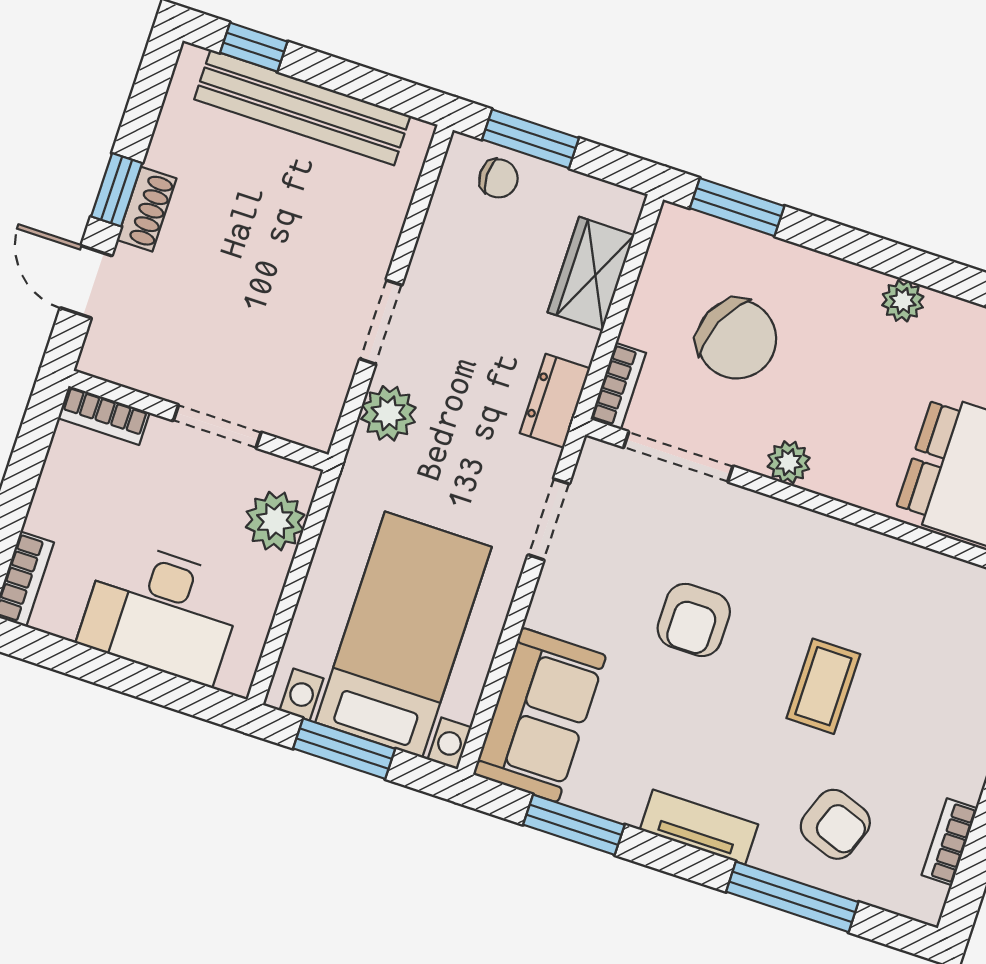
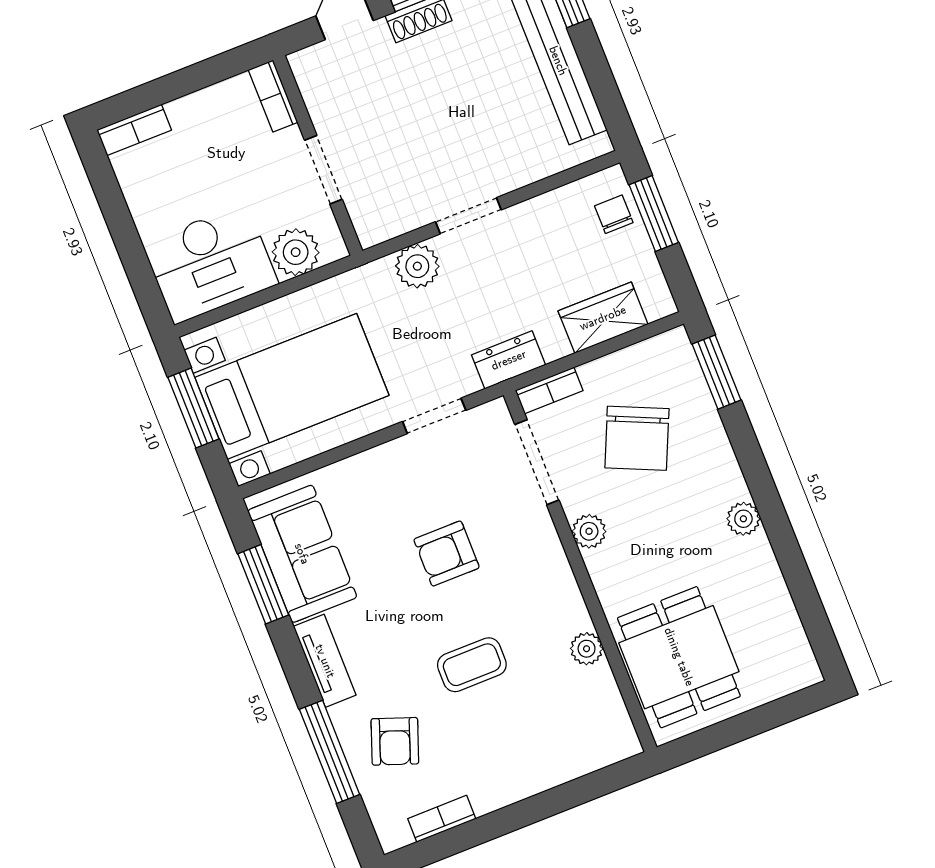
chair: (498, 178) -> (614, 214), turned 180
plant: (902, 561) -> (587, 649), added
desk: (161, 612) -> (210, 263), moved, turned -90
sofa: (540, 715) -> (302, 554), moved, turned -90

